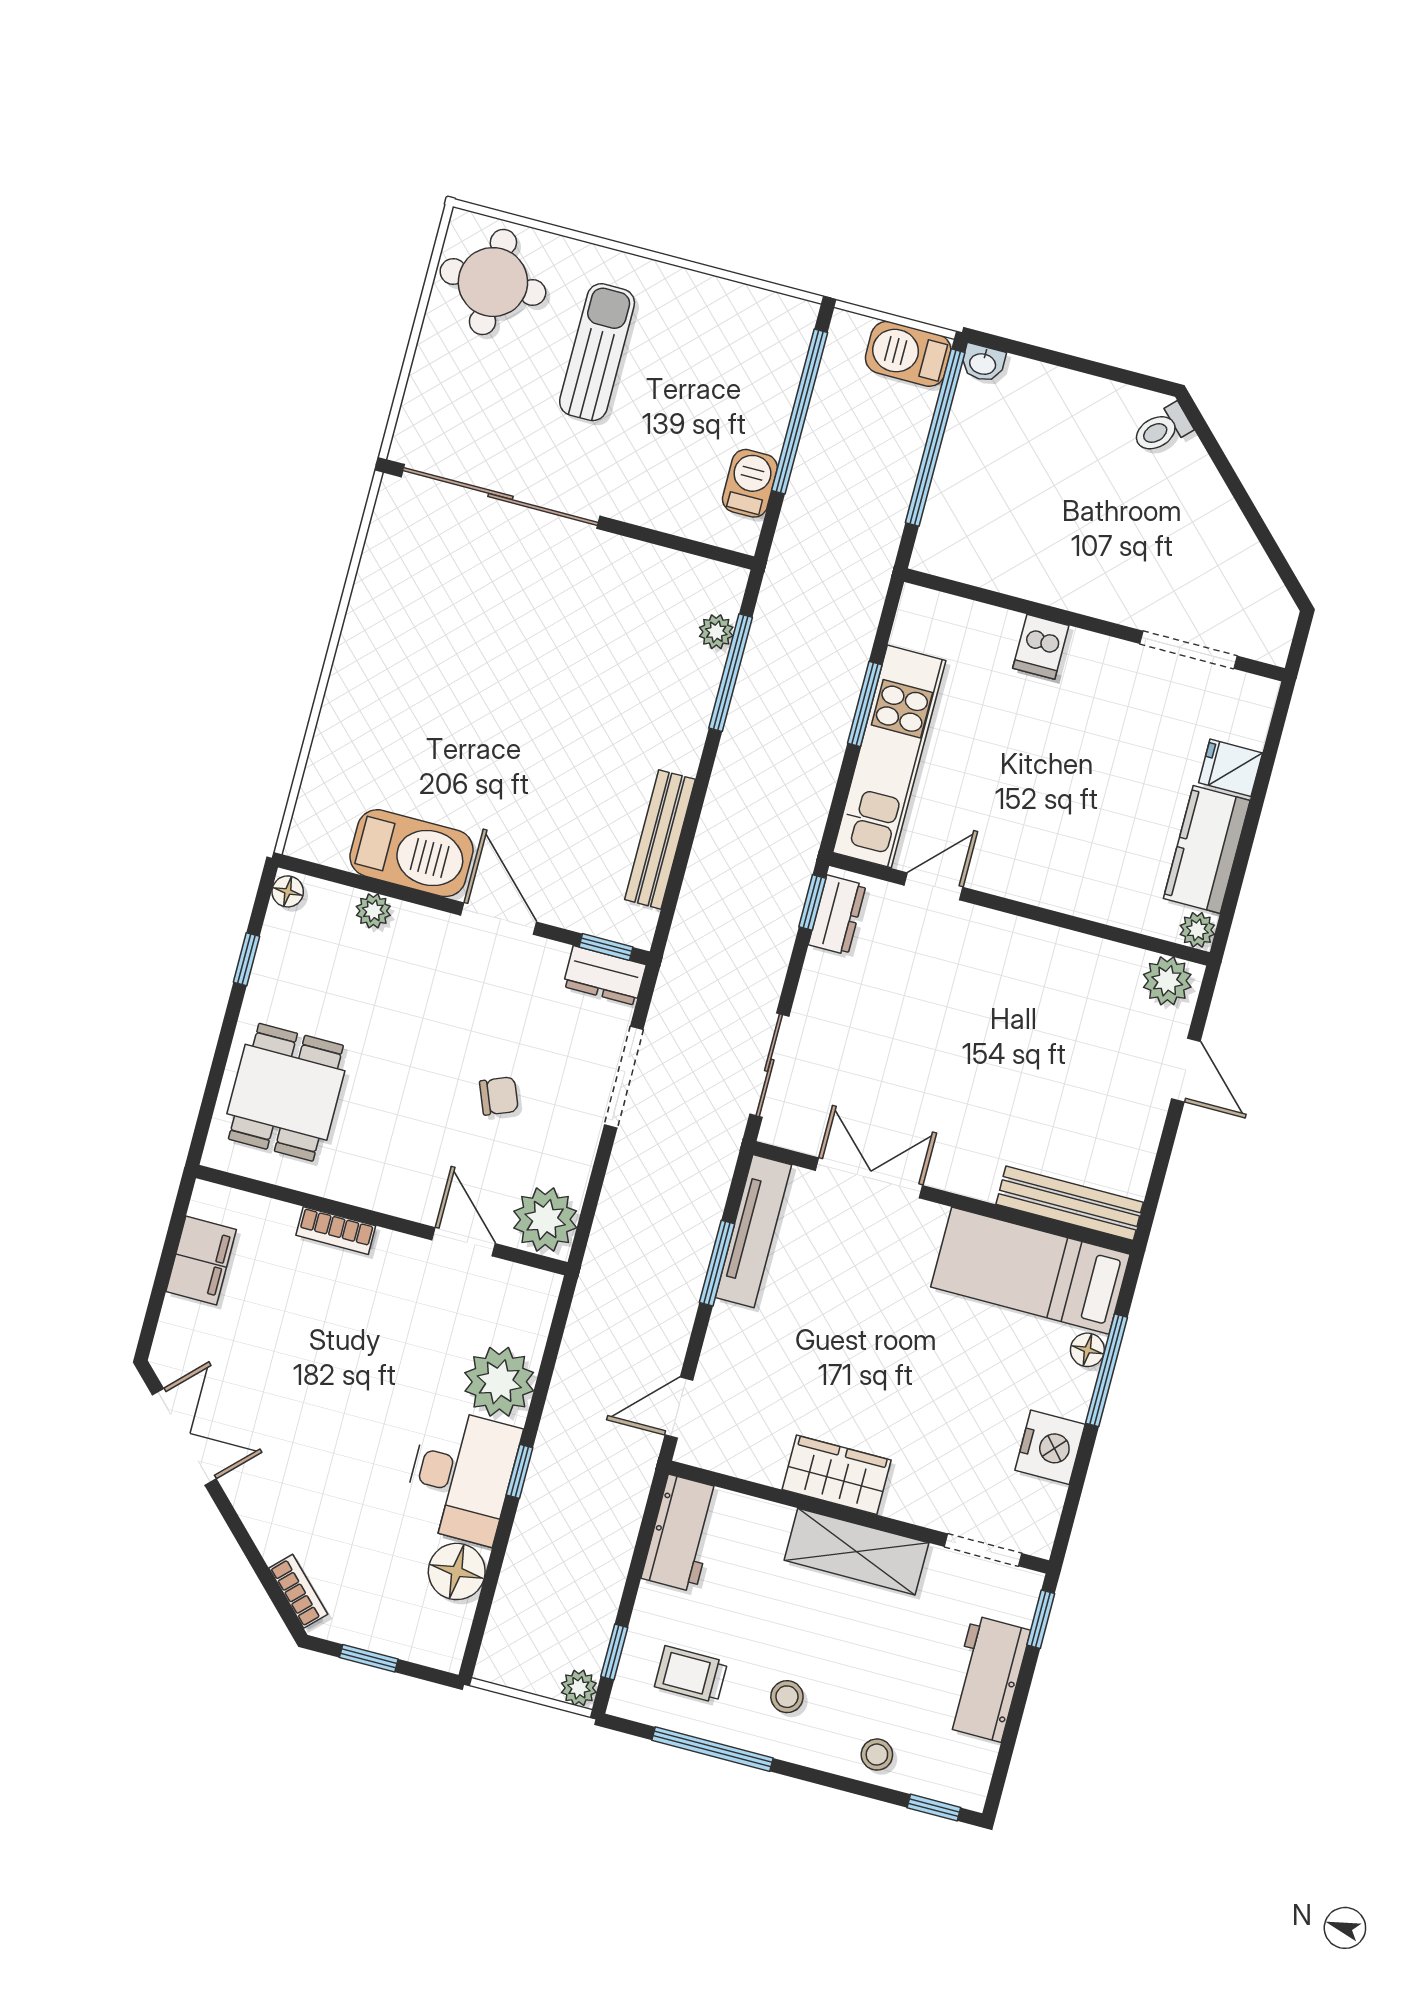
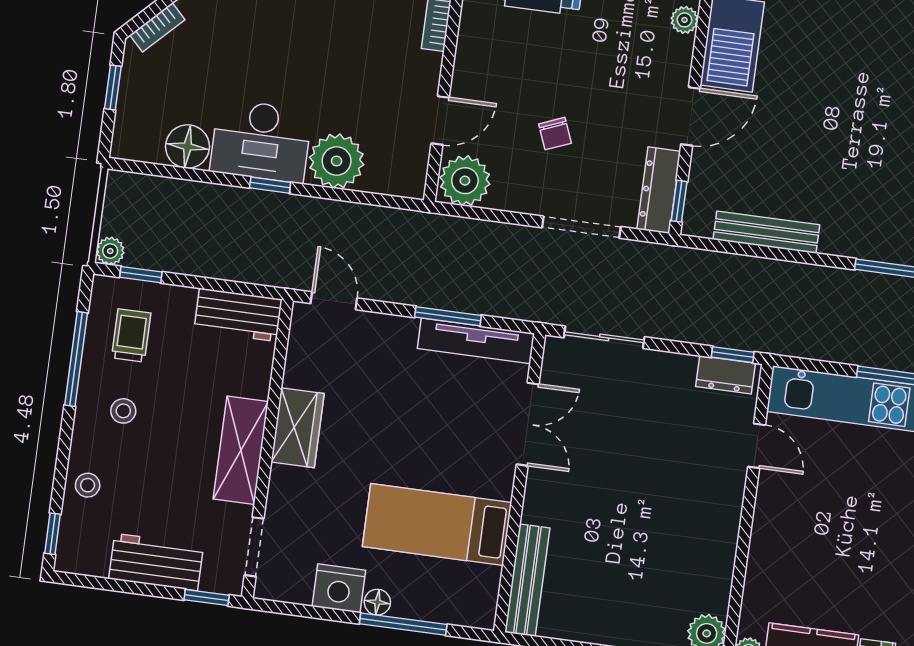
dresser: (604, 976) -> (659, 190), width x1.44
bed: (1030, 1271) -> (437, 525), moved, turned -90
floor lamp: (1087, 1350) -> (377, 602), moved

